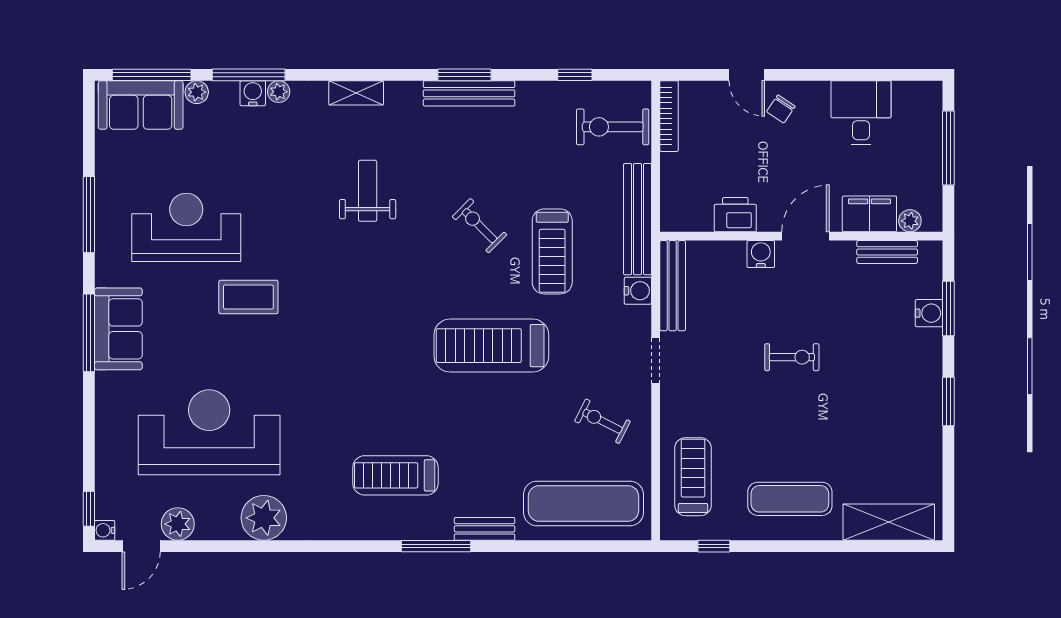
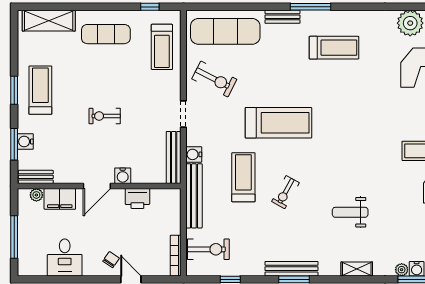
weight bench: (368, 191) -> (350, 212), turned 90
exercise bike: (479, 226) -> (285, 192), turned 74
bench: (887, 252) -> (36, 177), moved
treadmill: (903, 402) -> (40, 90), added
exercise bike: (602, 421) -> (214, 79), width x1.38, depth x1.39

